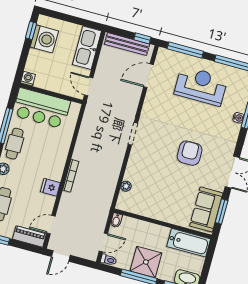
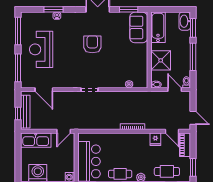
window: (142, 38) -> (18, 113), moved
armchair: (190, 153) -> (92, 44), turned 90
fridge: (50, 187) -> (155, 139), moved
sofa: (206, 209) -> (139, 27), moved, turned 90
shower: (146, 262) -> (161, 60), moved

